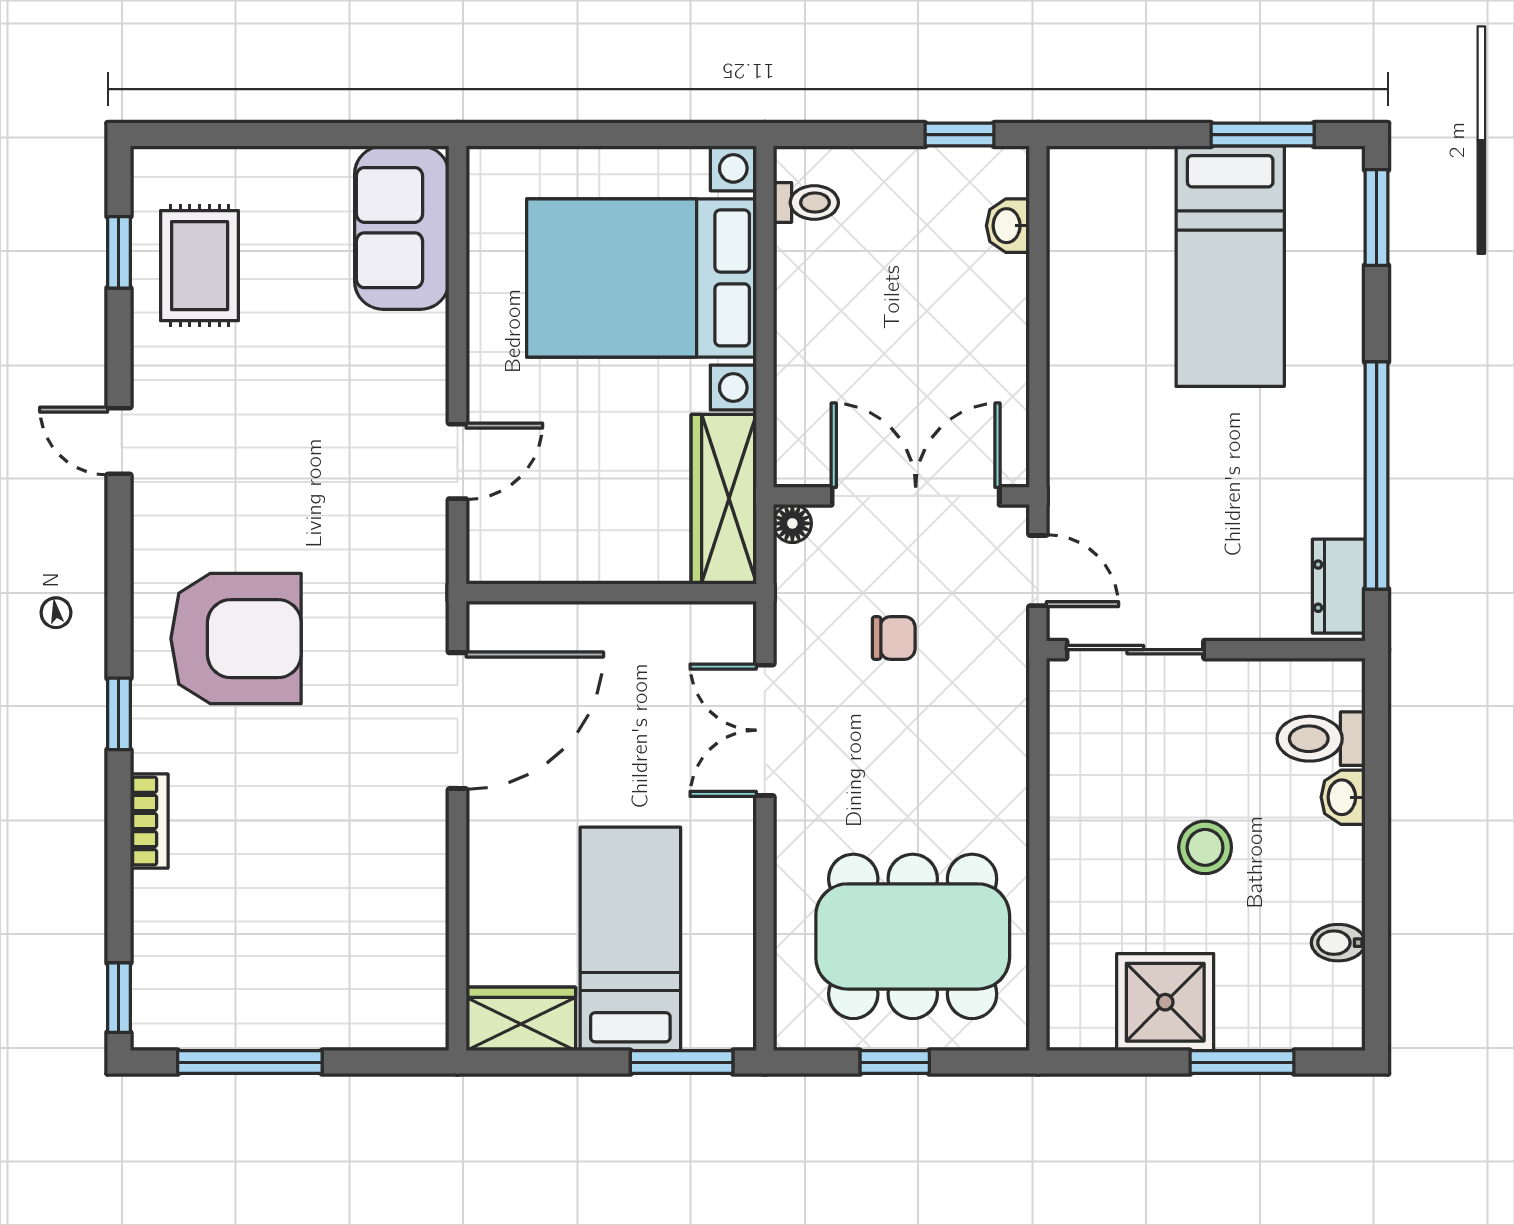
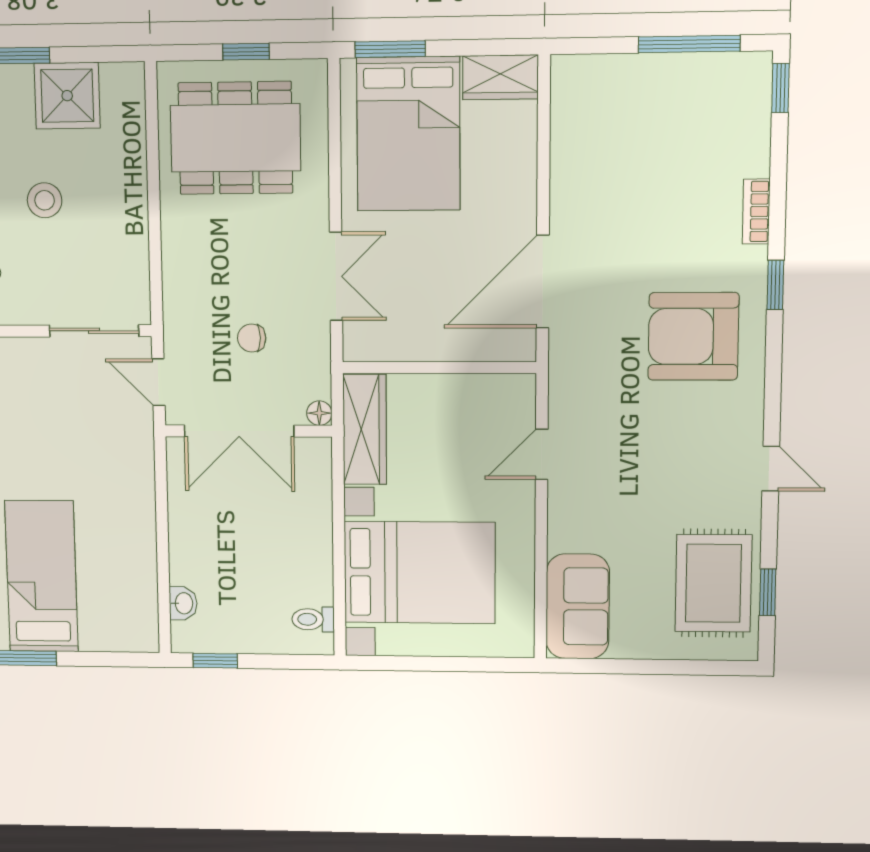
rug: (200, 266) -> (713, 583), width x1.36, depth x1.43
bed: (630, 939) -> (408, 134), width x1.50

